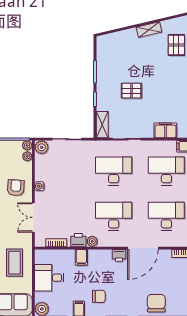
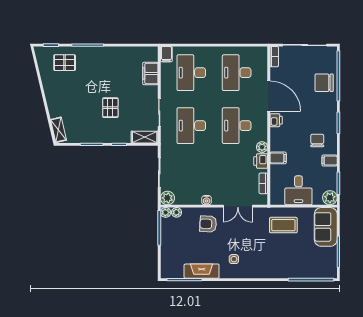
shelving: (149, 30) -> (58, 130), moved

